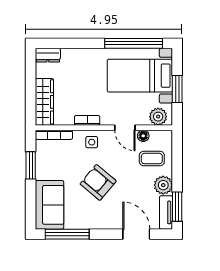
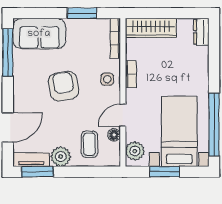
armchair: (98, 182) -> (64, 86), turned -50

